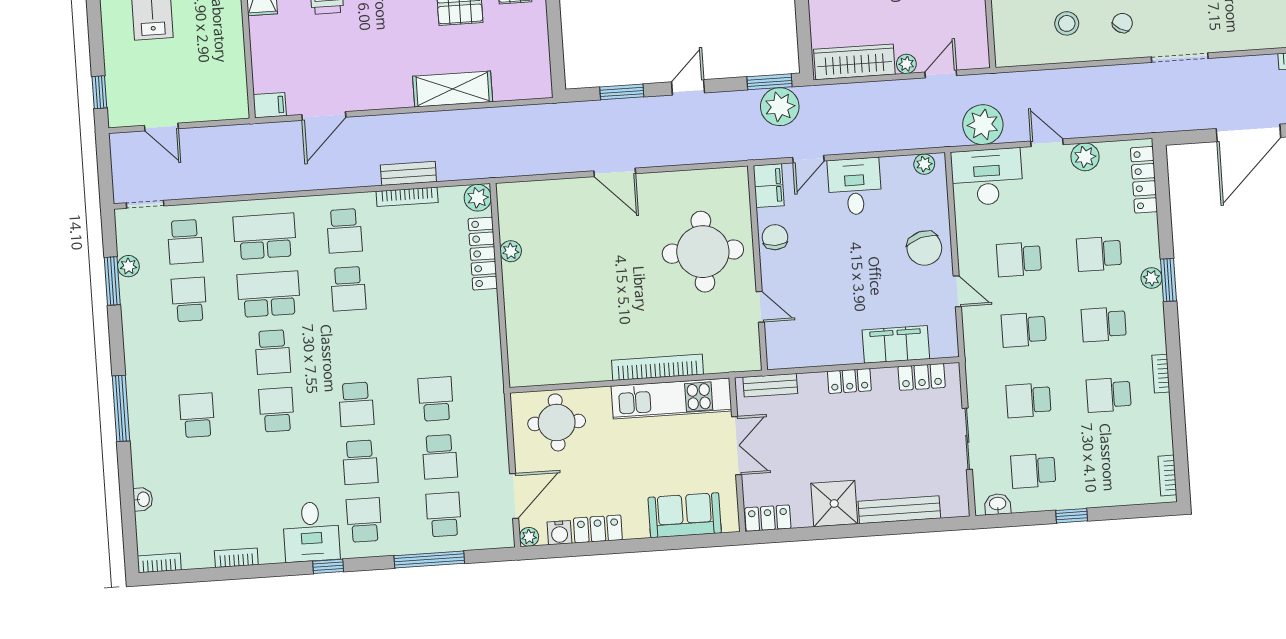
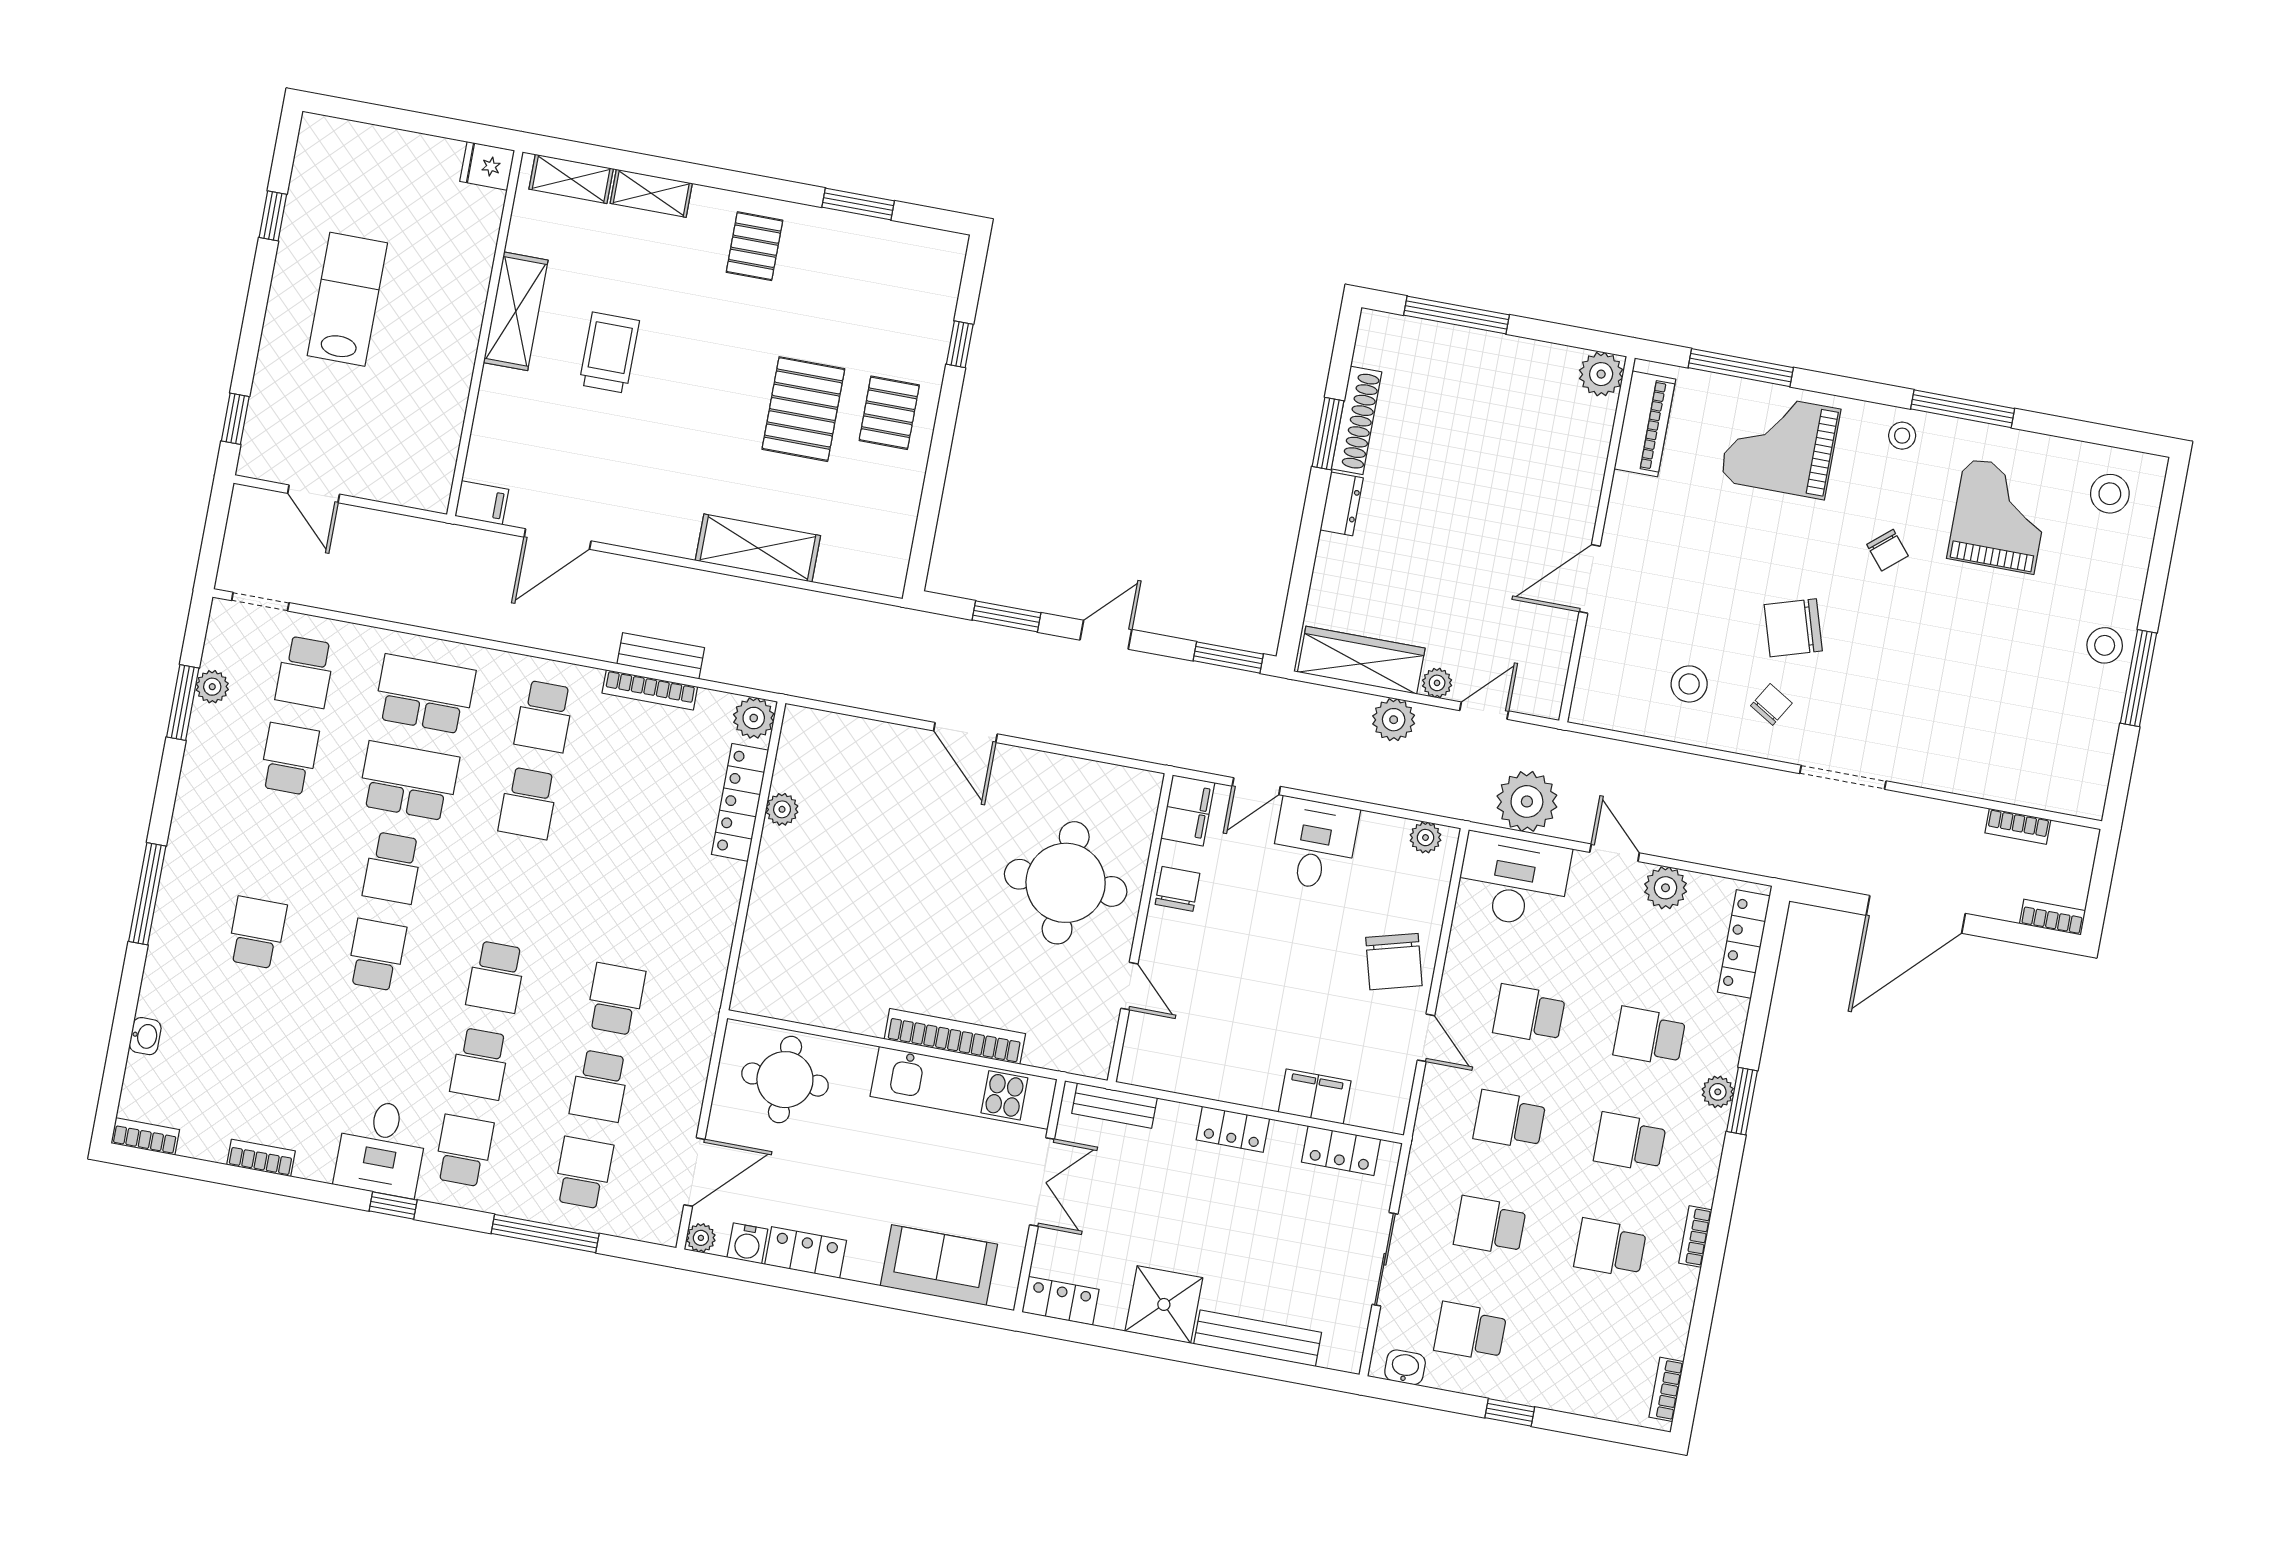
plant: (780, 107) -> (1394, 720), moved, width x0.73, depth x0.73
filing cabinet: (896, 344) -> (1315, 1097), width x0.67, depth x0.86

